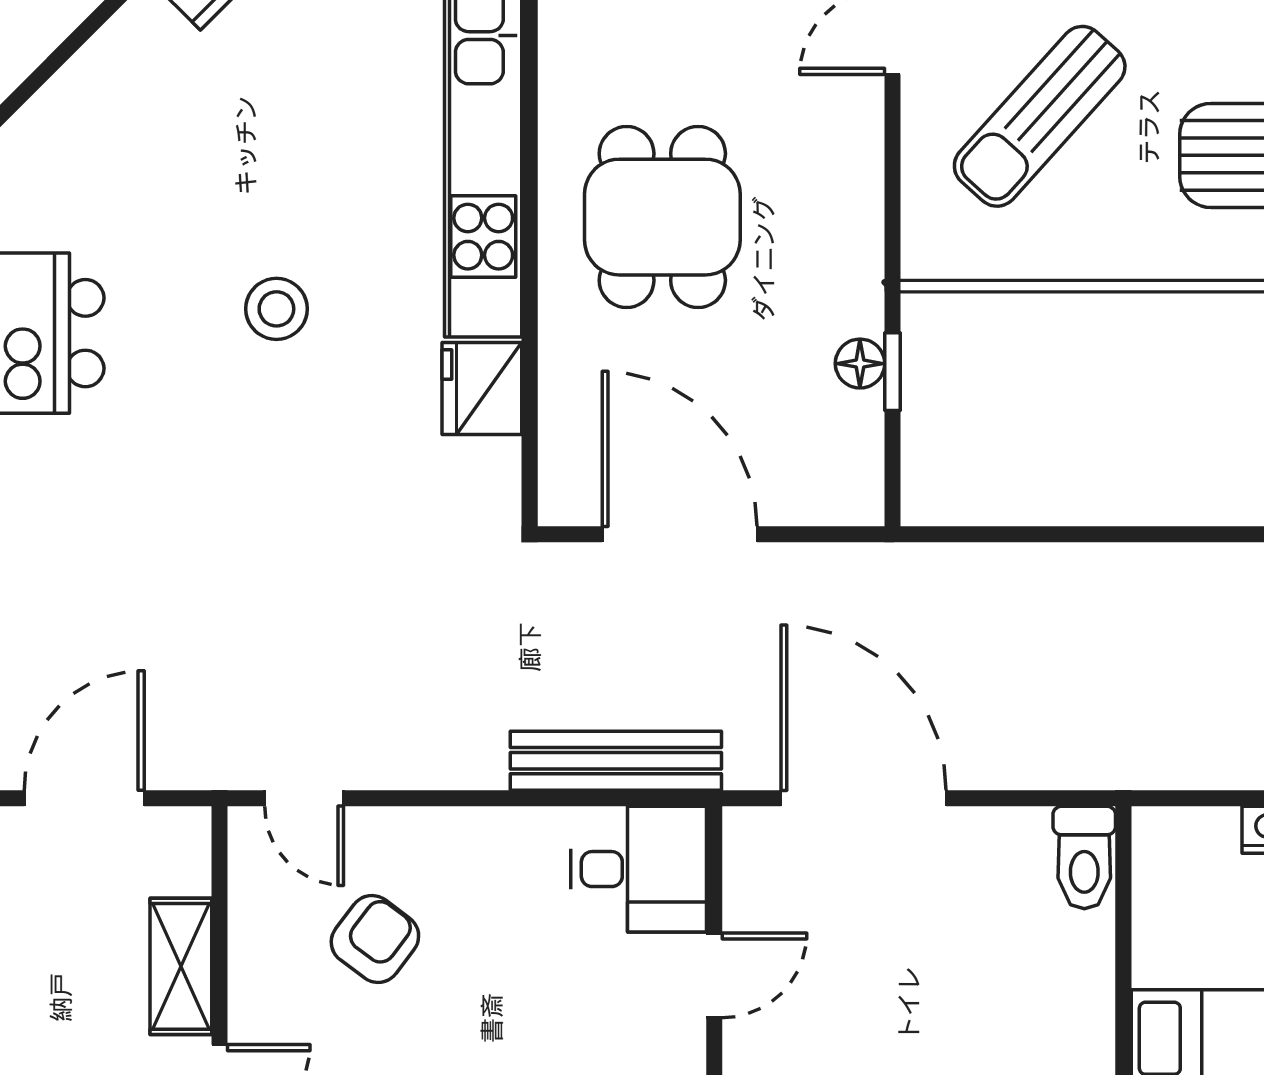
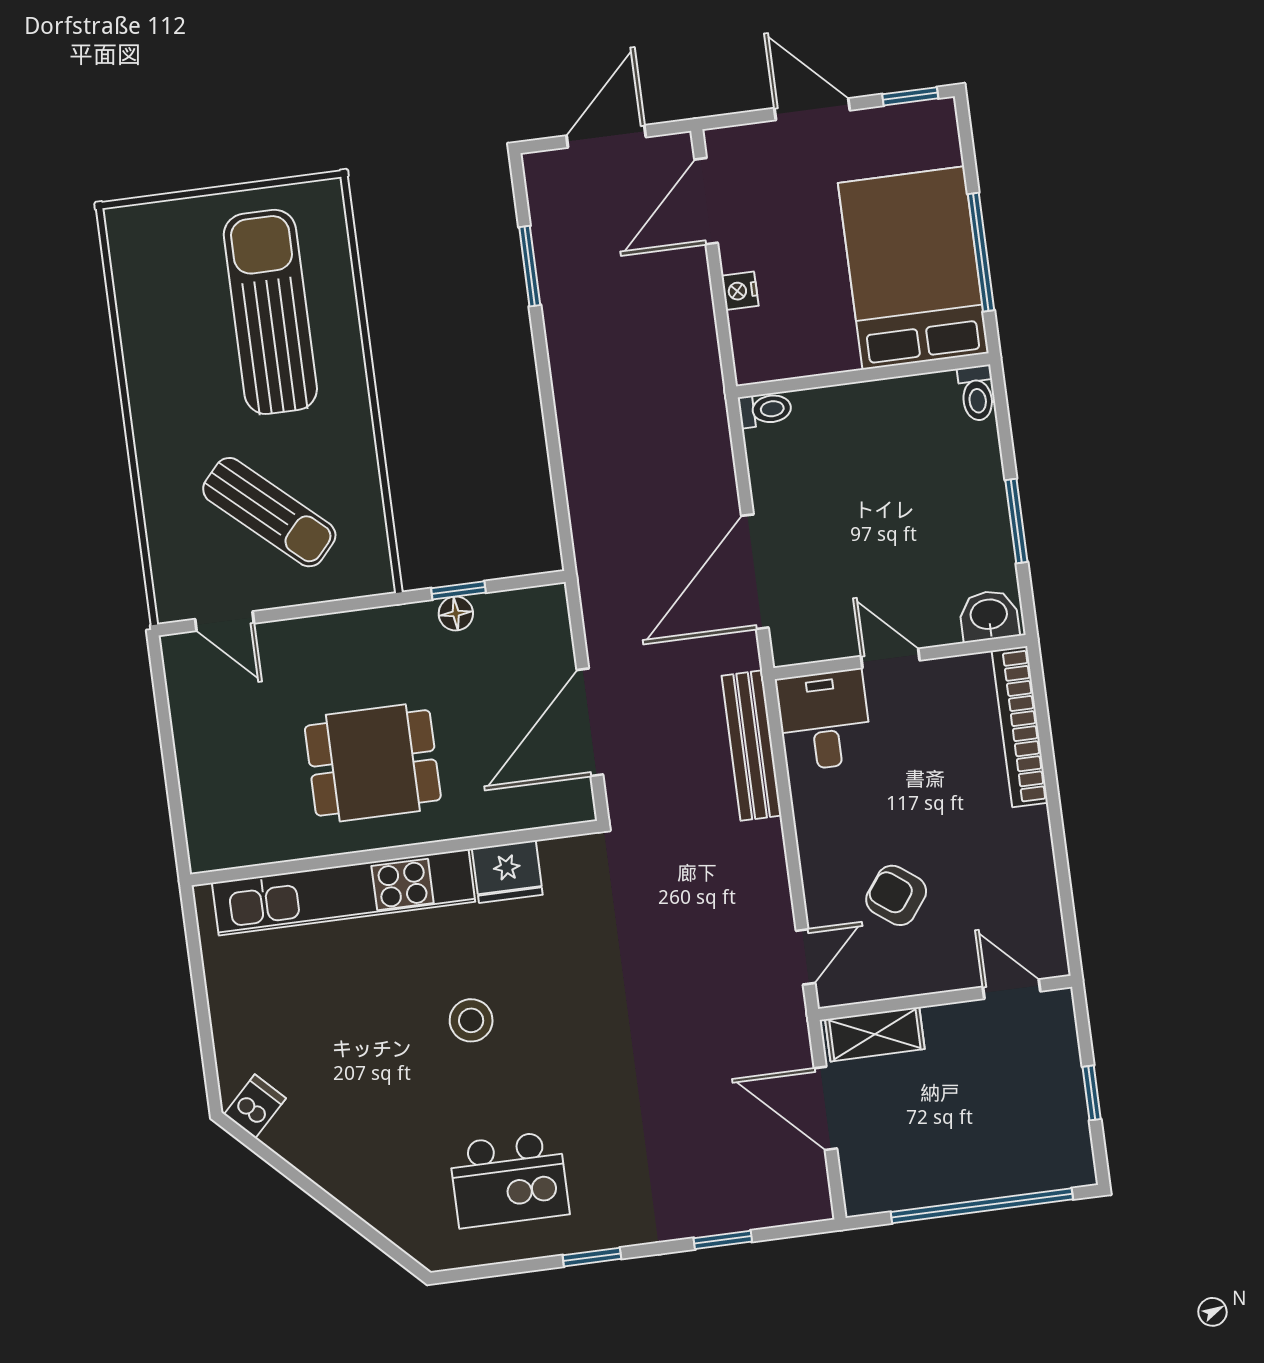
toilet: (1084, 858) -> (765, 410), width x0.73, depth x0.72
shelving: (181, 966) -> (875, 1034), moved

